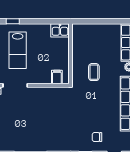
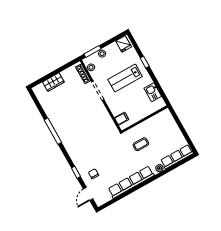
kitchen sink: (60, 30) -> (153, 92), moved

